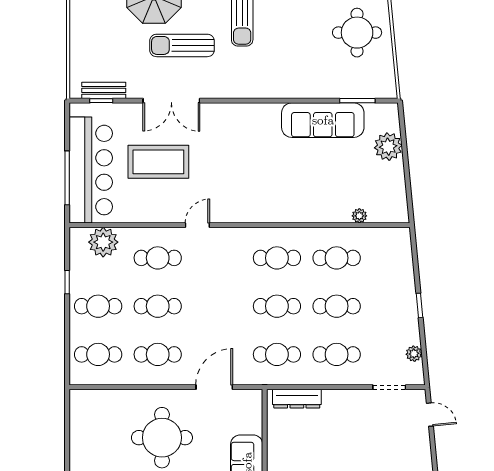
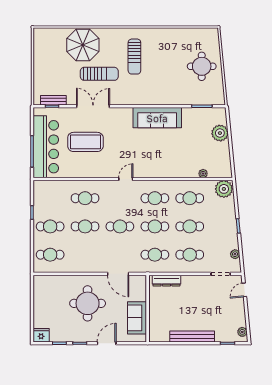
sun lounger: (182, 45) -> (99, 74), turned 180
double door: (171, 101) -> (93, 106), swing flipped
sofa: (323, 120) -> (157, 118), moved
door: (197, 225) -> (126, 179), moved
plant: (103, 242) -> (224, 189), moved
cafe table: (158, 354) -> (120, 226), moved
door: (214, 387) -> (118, 274), swing flipped
door: (430, 415) -> (244, 290), swing flipped

